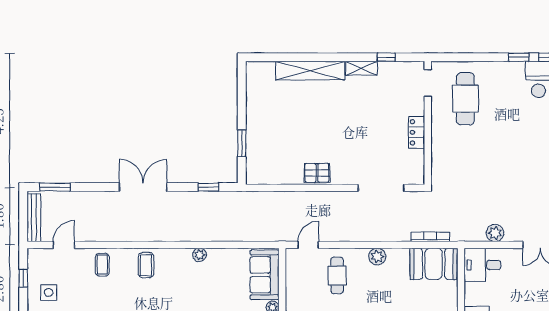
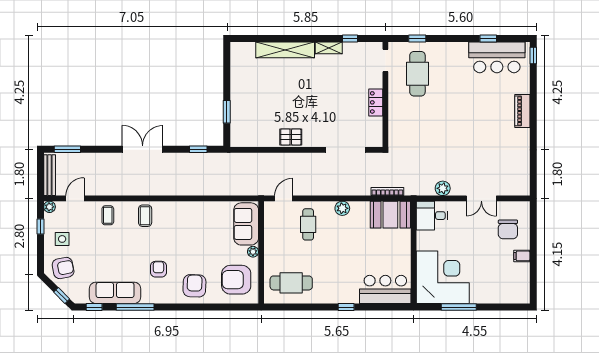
window: (519, 57) -> (417, 38), moved
plant: (200, 255) -> (50, 207), moved

